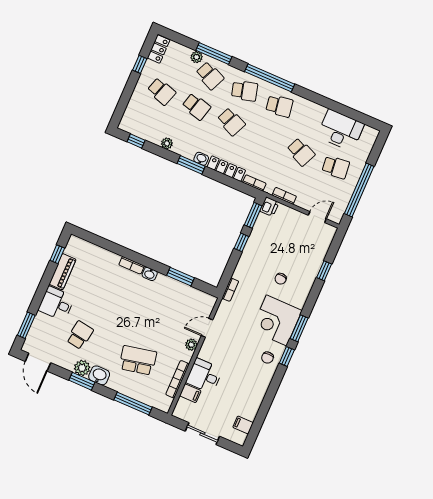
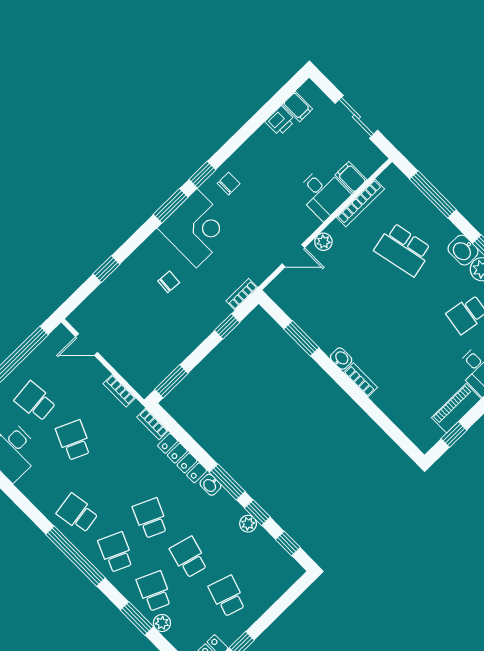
window: (214, 54) -> (137, 618), width x0.69
school desk: (245, 91) -> (116, 552), turned 39
window: (164, 153) -> (257, 513), added
printer: (269, 207) -> (280, 121), moved, turned 180
window: (241, 242) -> (227, 326), moved

